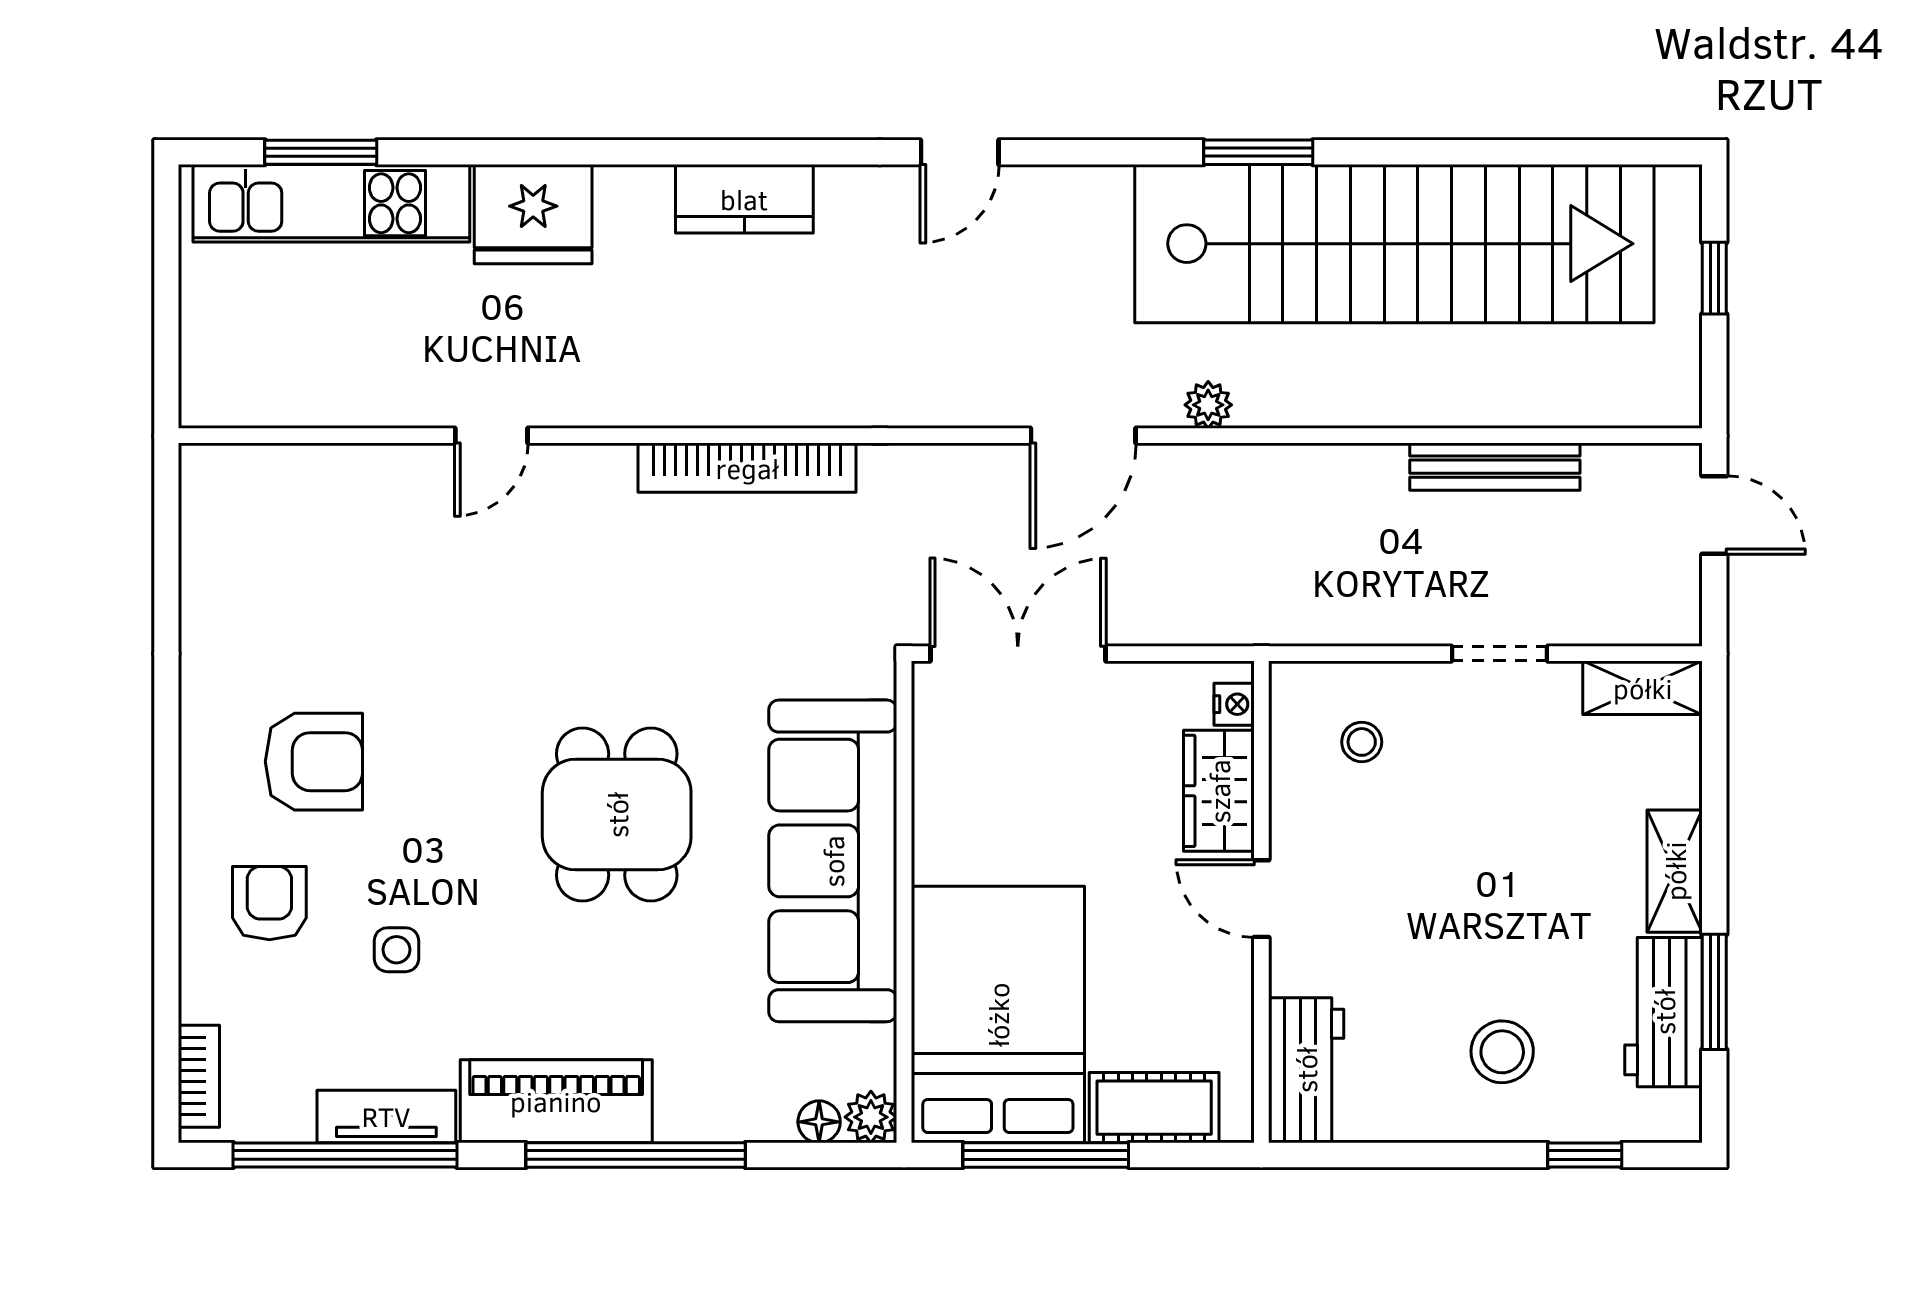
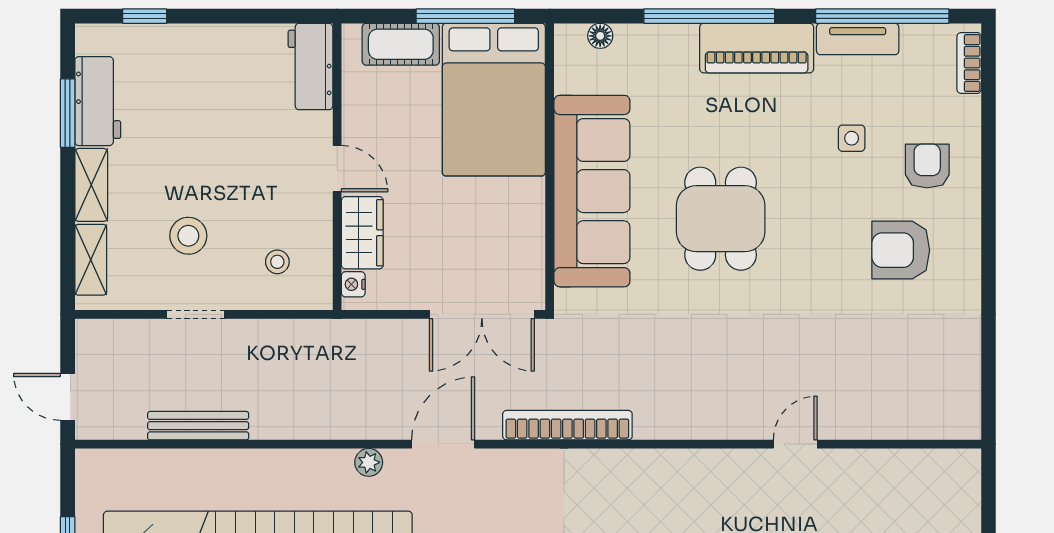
bookcase: (747, 468) -> (567, 425), moved
shelving: (1643, 688) -> (91, 260), moved, turned 90
armchair: (269, 903) -> (927, 166), turned 180
stool: (1502, 1052) -> (188, 236), moved
plant: (871, 1117) -> (569, 39), removed

